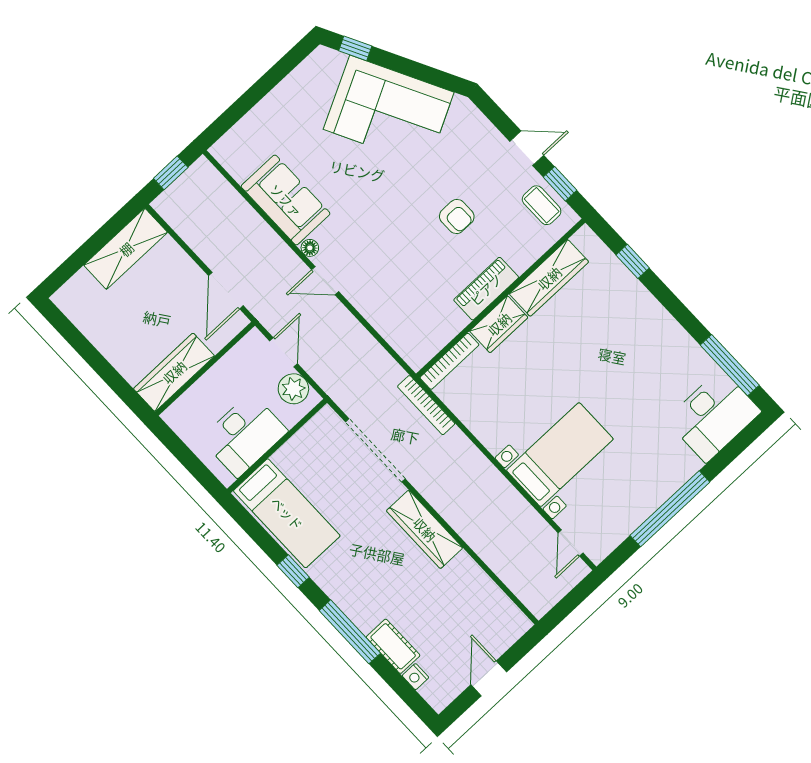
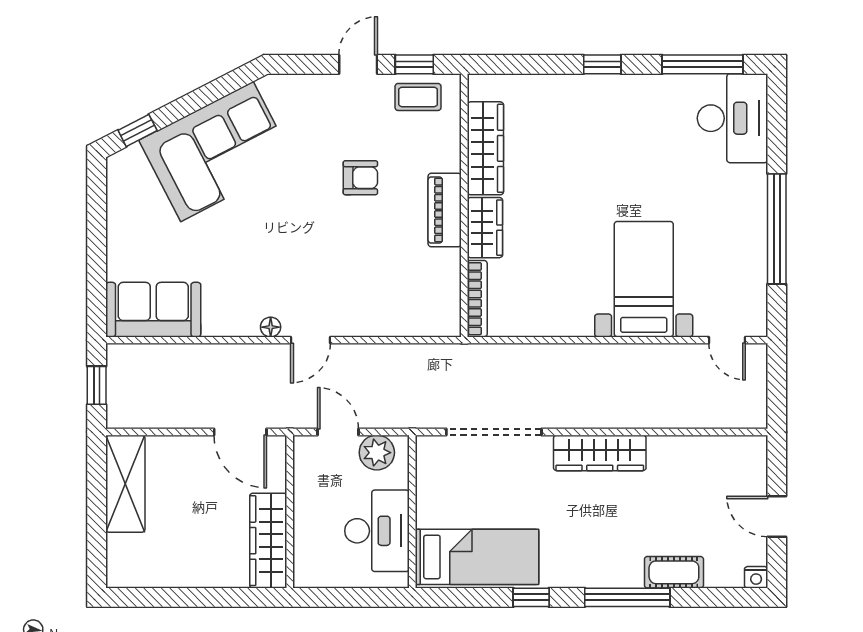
sofa: (286, 200) -> (153, 310), moved
window: (633, 261) -> (602, 64), moved
bookcase: (426, 405) -> (496, 353), removed
nightstand: (415, 677) -> (756, 577), moved

